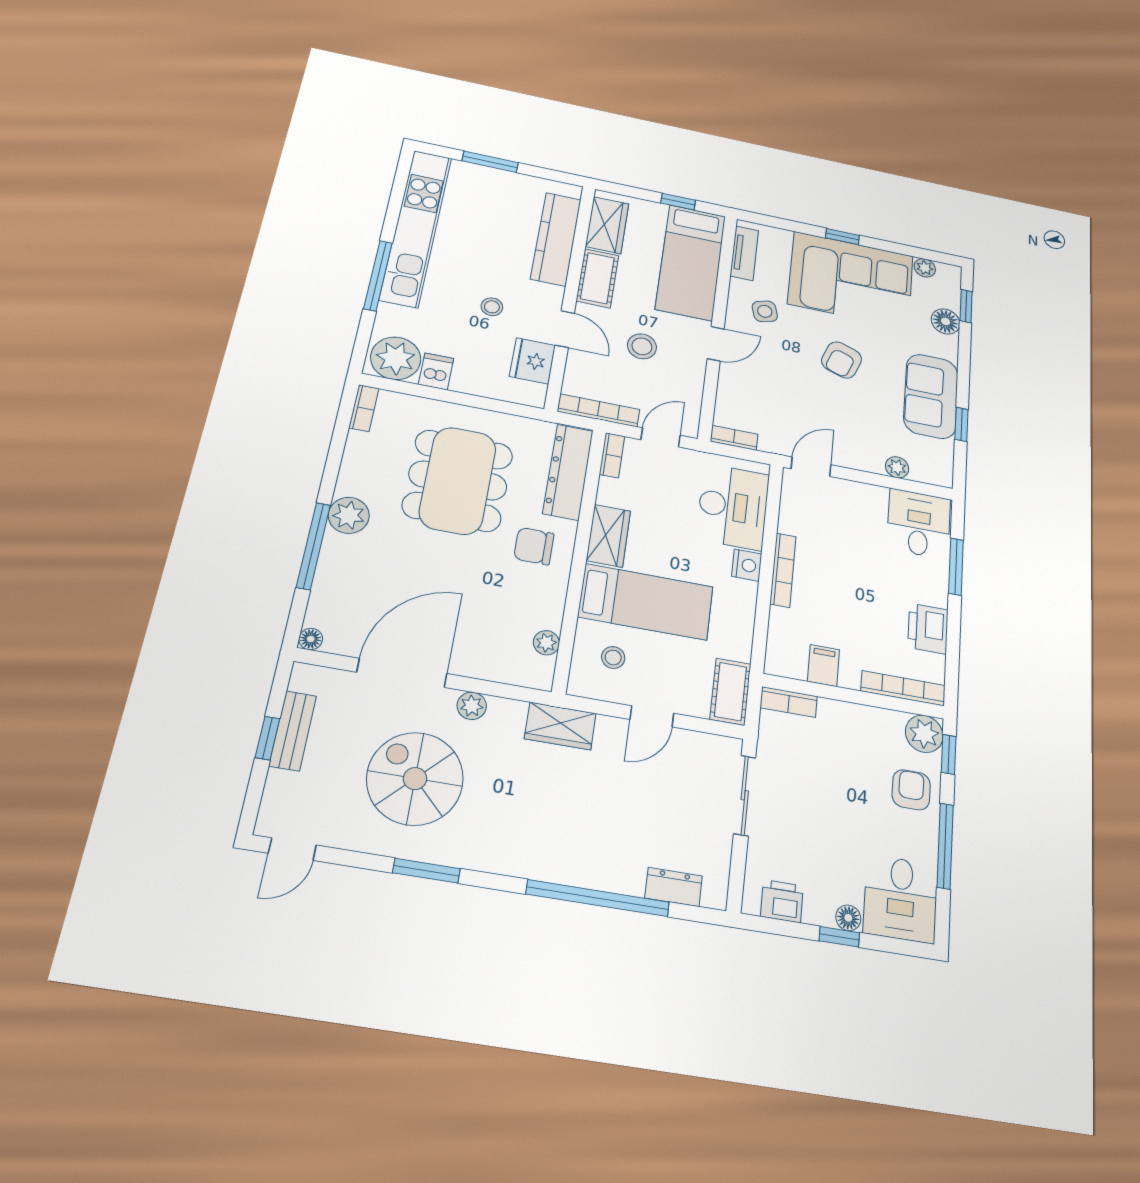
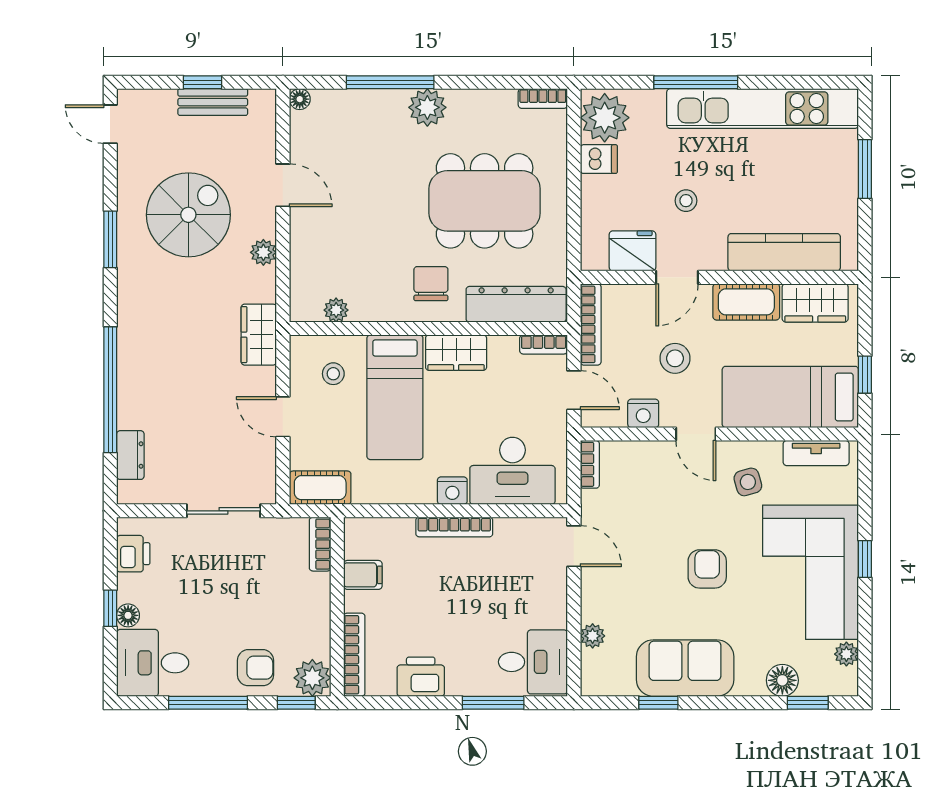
armchair: (842, 360) -> (707, 569), turned 70
nightstand: (691, 383) -> (643, 413), added
door: (402, 673) -> (283, 185), width x0.53

